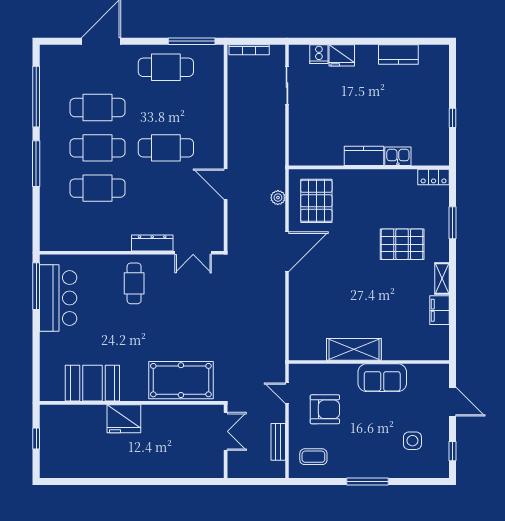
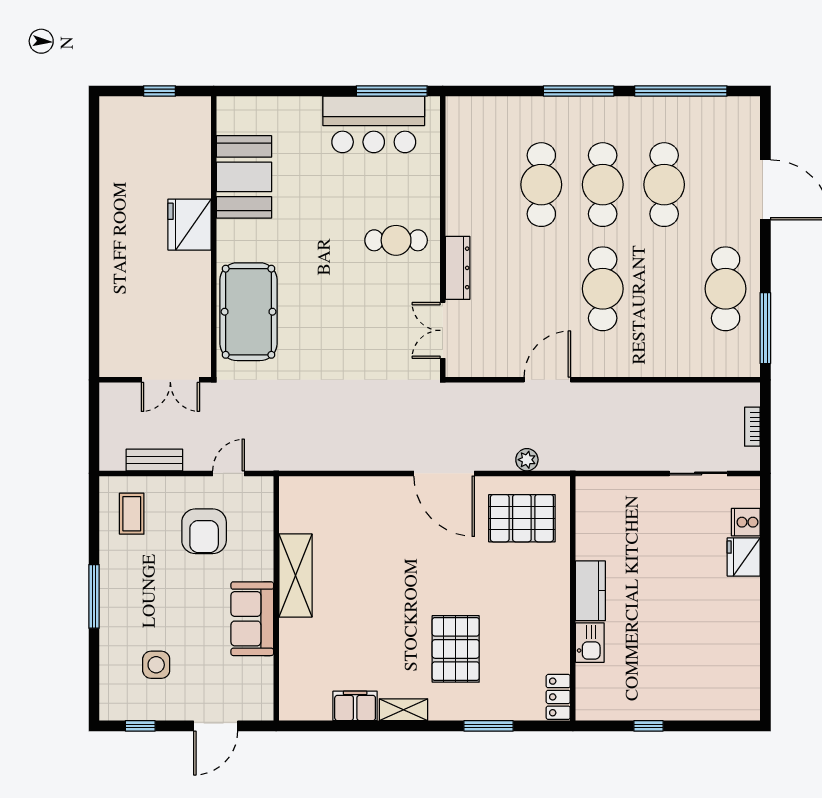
bookcase: (249, 50) -> (752, 427), width x0.64
kitchen counter: (398, 54) -> (745, 643), removed

